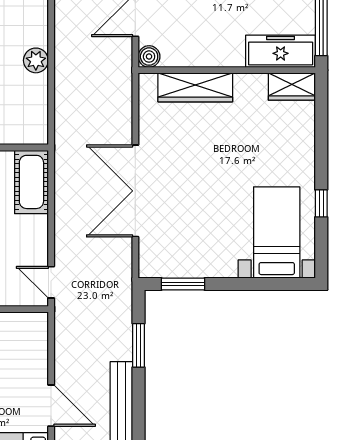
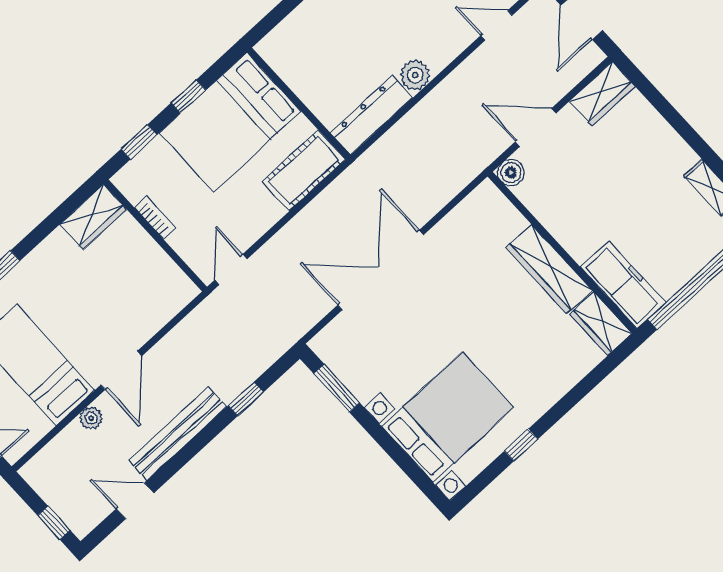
wardrobe: (195, 87) -> (549, 269), moved
dresser: (36, 110) -> (371, 115), added
bed with nightstands: (277, 233) -> (448, 417), width x1.36
window: (138, 345) -> (246, 399), width x0.67

